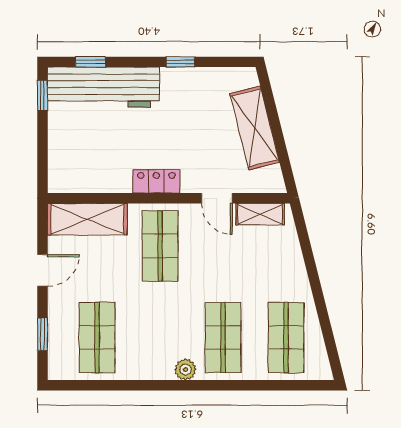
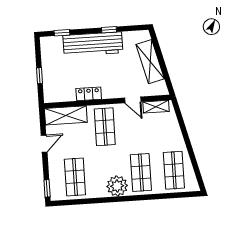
workbench: (103, 87) -> (93, 44), moved
window: (42, 95) -> (40, 76), moved
locker: (156, 181) -> (89, 94), moved
window: (42, 334) -> (47, 188), moved
plant: (185, 370) -> (117, 186), width x1.88, depth x1.88

